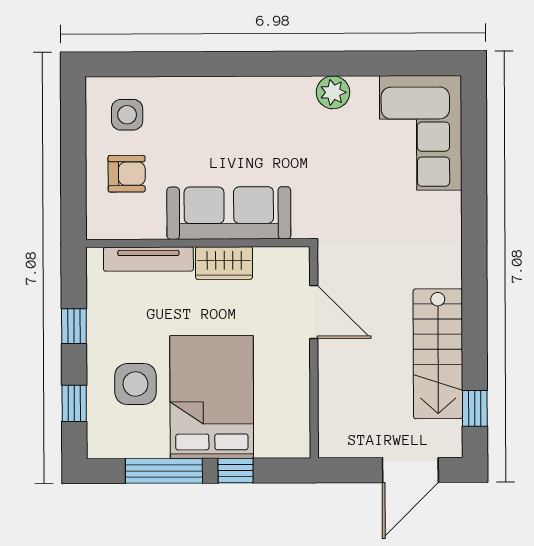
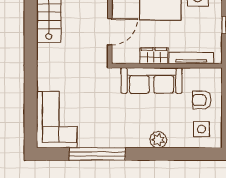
window: (338, 64) -> (97, 154), added
plant: (333, 92) -> (158, 140), moved
door: (314, 312) -> (110, 32), swing flipped

